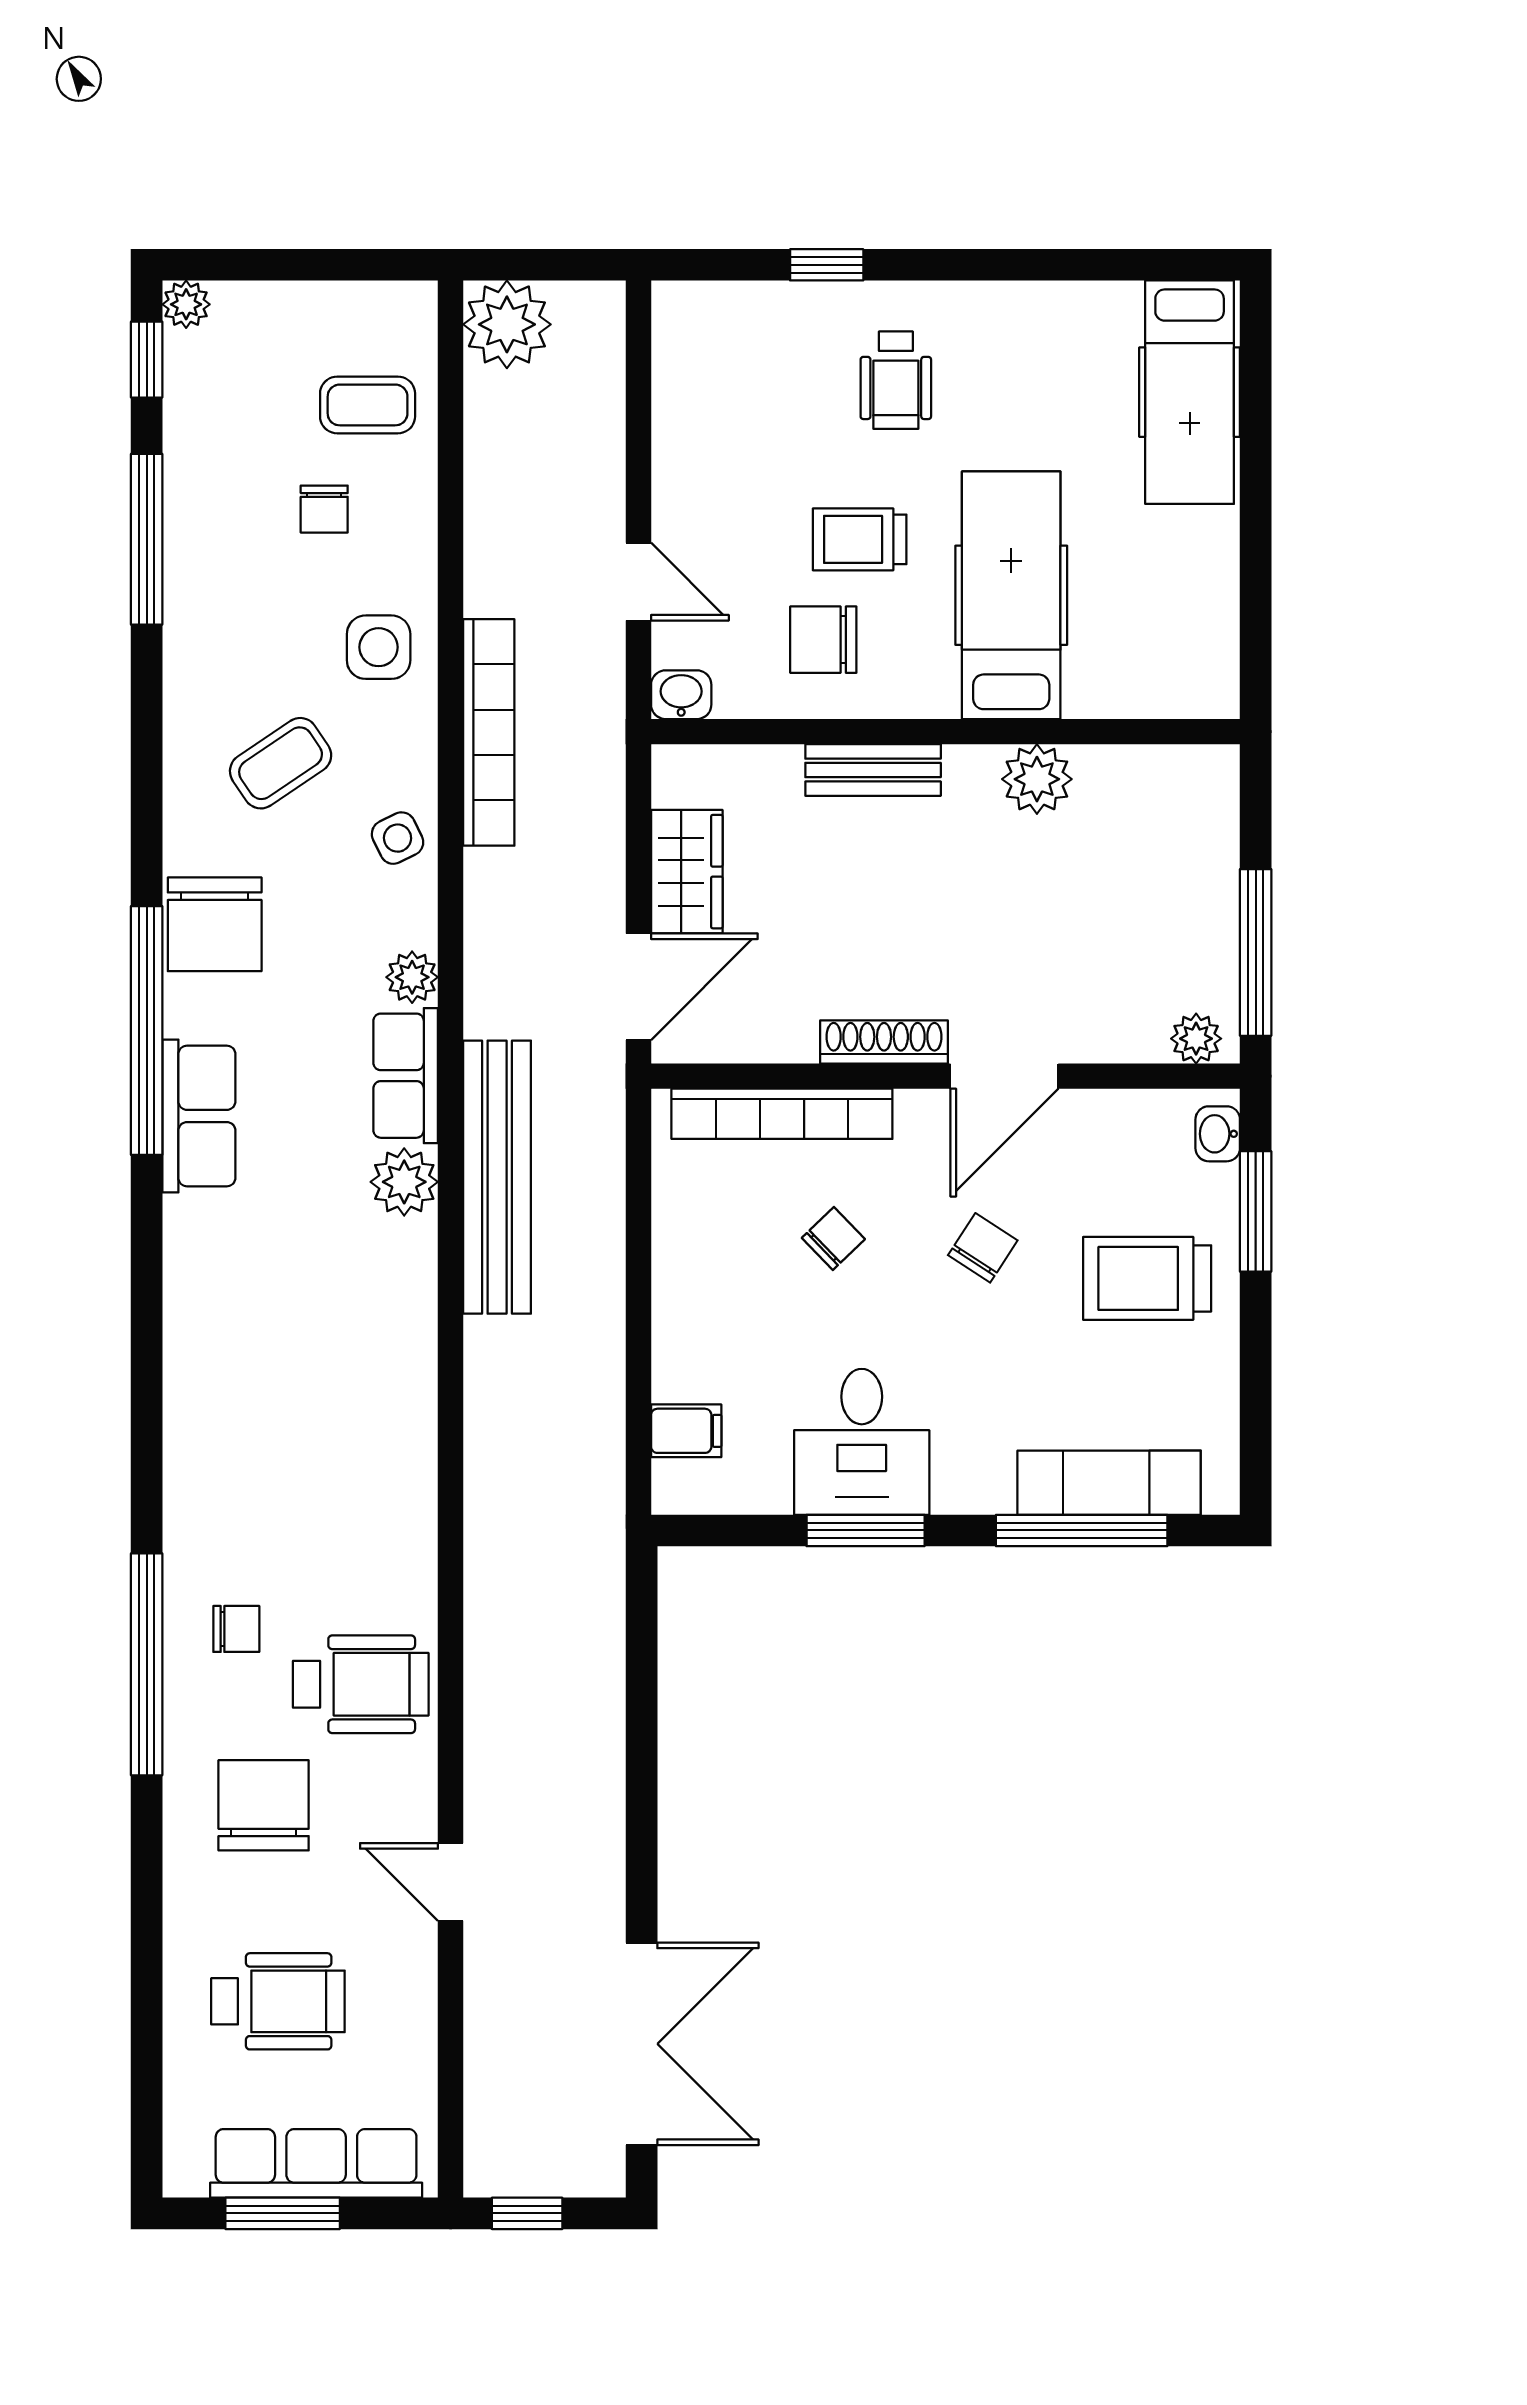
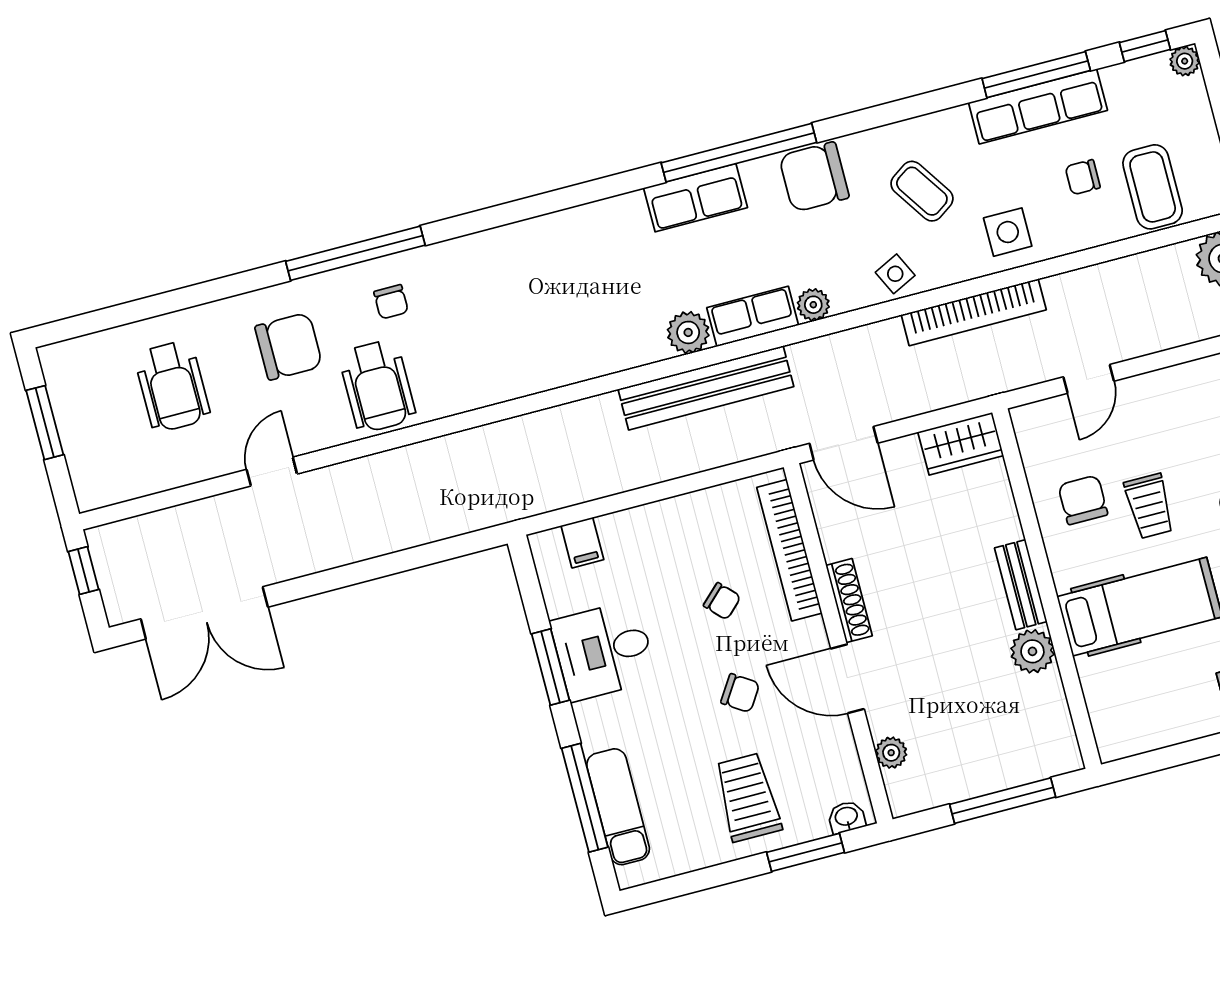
coffee table: (368, 405) -> (1153, 187), width x1.36, depth x1.30
trolley: (860, 539) -> (1149, 506), turned 180
washbasin: (681, 695) -> (1027, 423), removed
bench: (873, 770) -> (1021, 585), moved
wardrobe: (687, 872) -> (961, 444), moved
window: (1256, 952) -> (1003, 801), moved
plant: (1196, 1039) -> (891, 753), moved
row of seats: (316, 2163) -> (1038, 106), moved, turned 90

